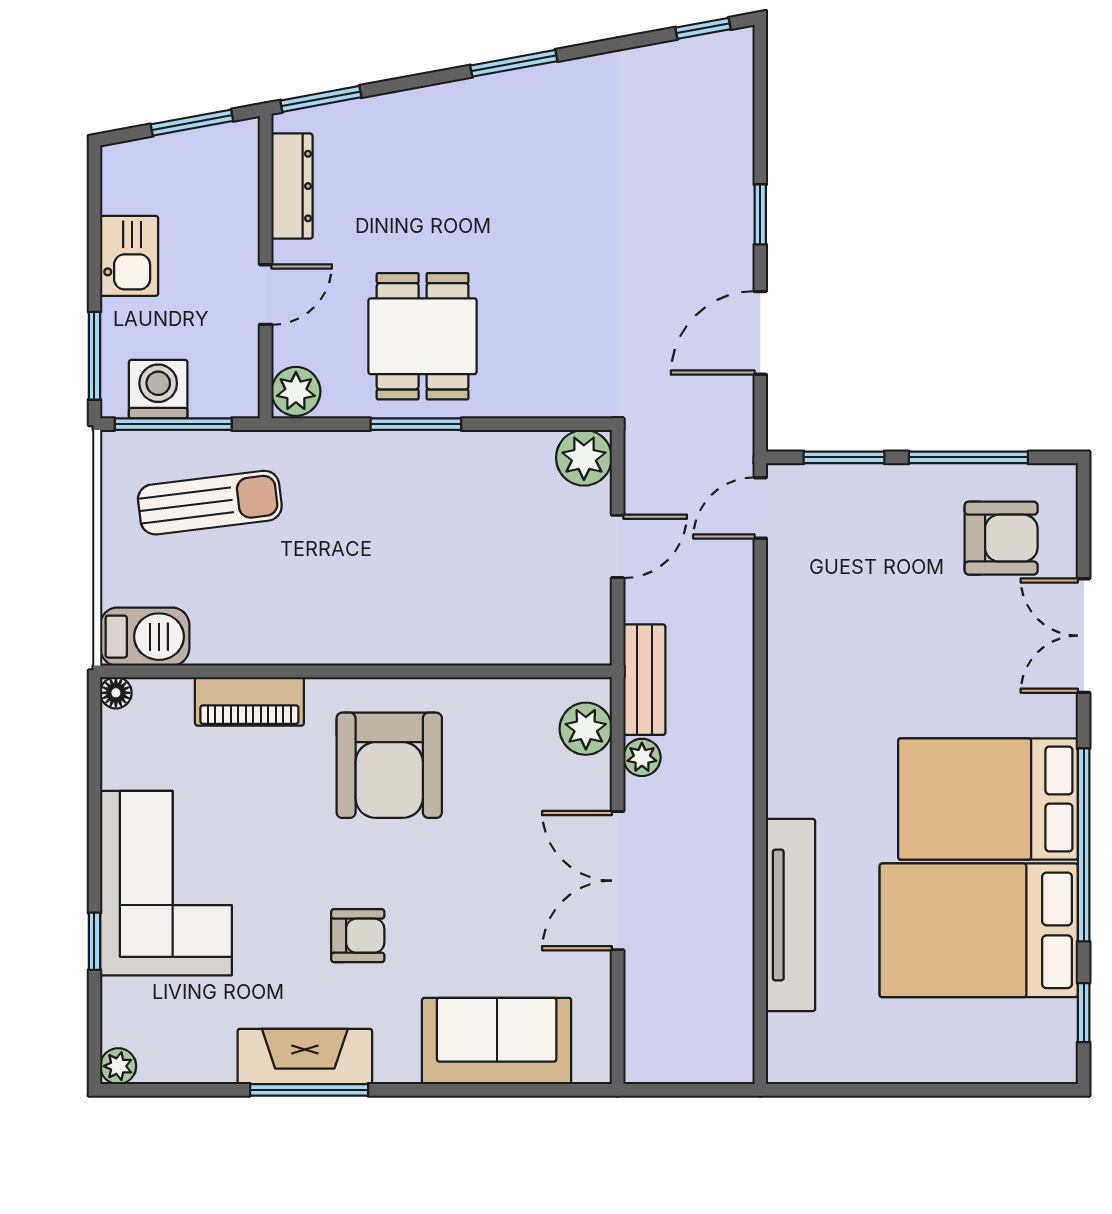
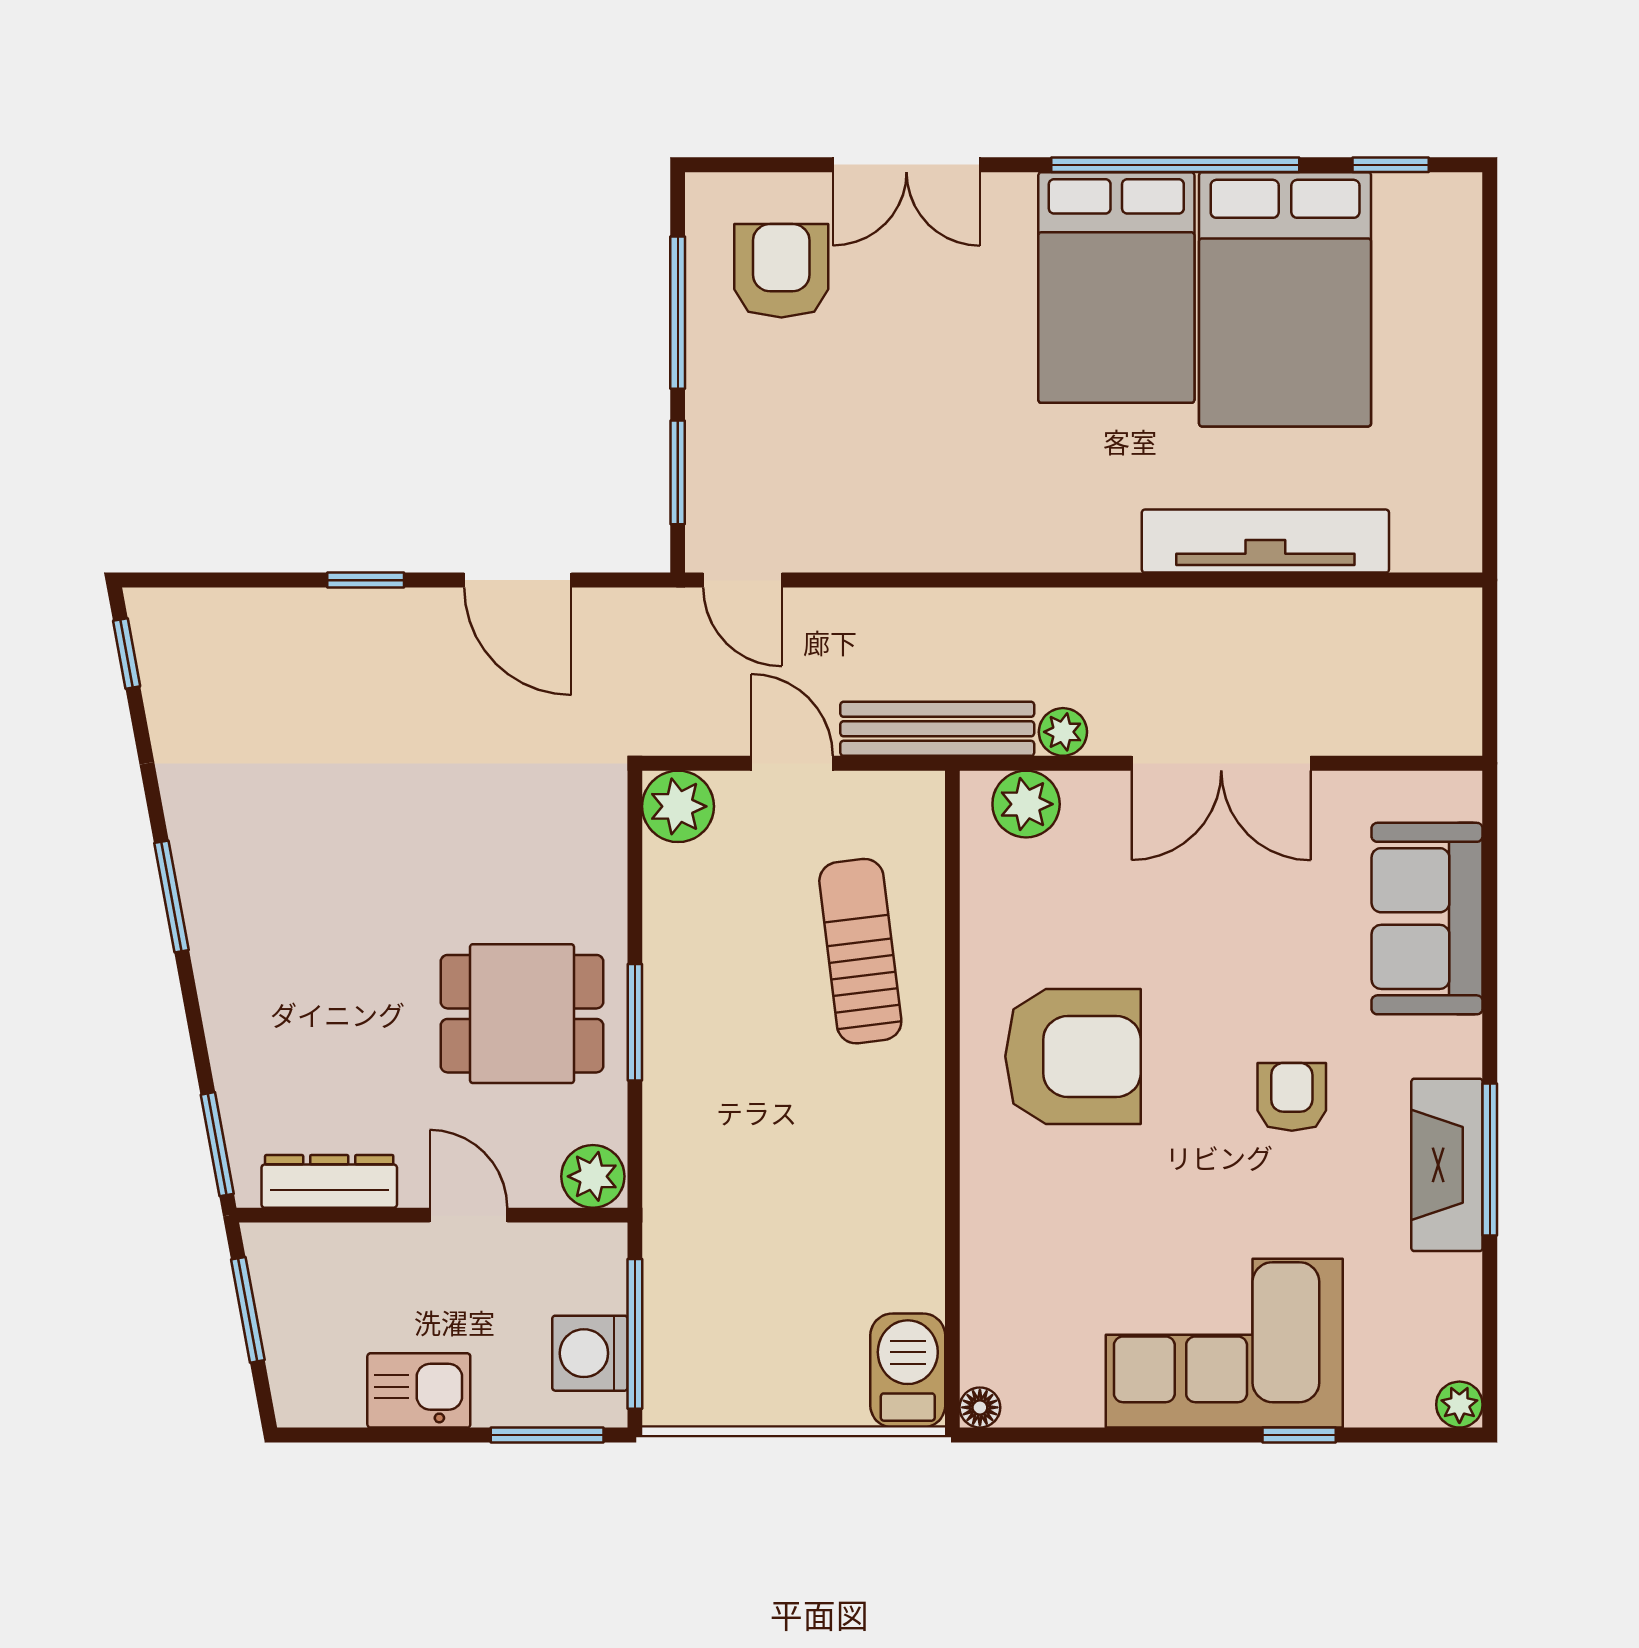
sun lounger: (210, 503) -> (860, 951), moved
bench: (644, 680) -> (937, 729), width x1.36
piano: (249, 701) -> (991, 1236), removed

